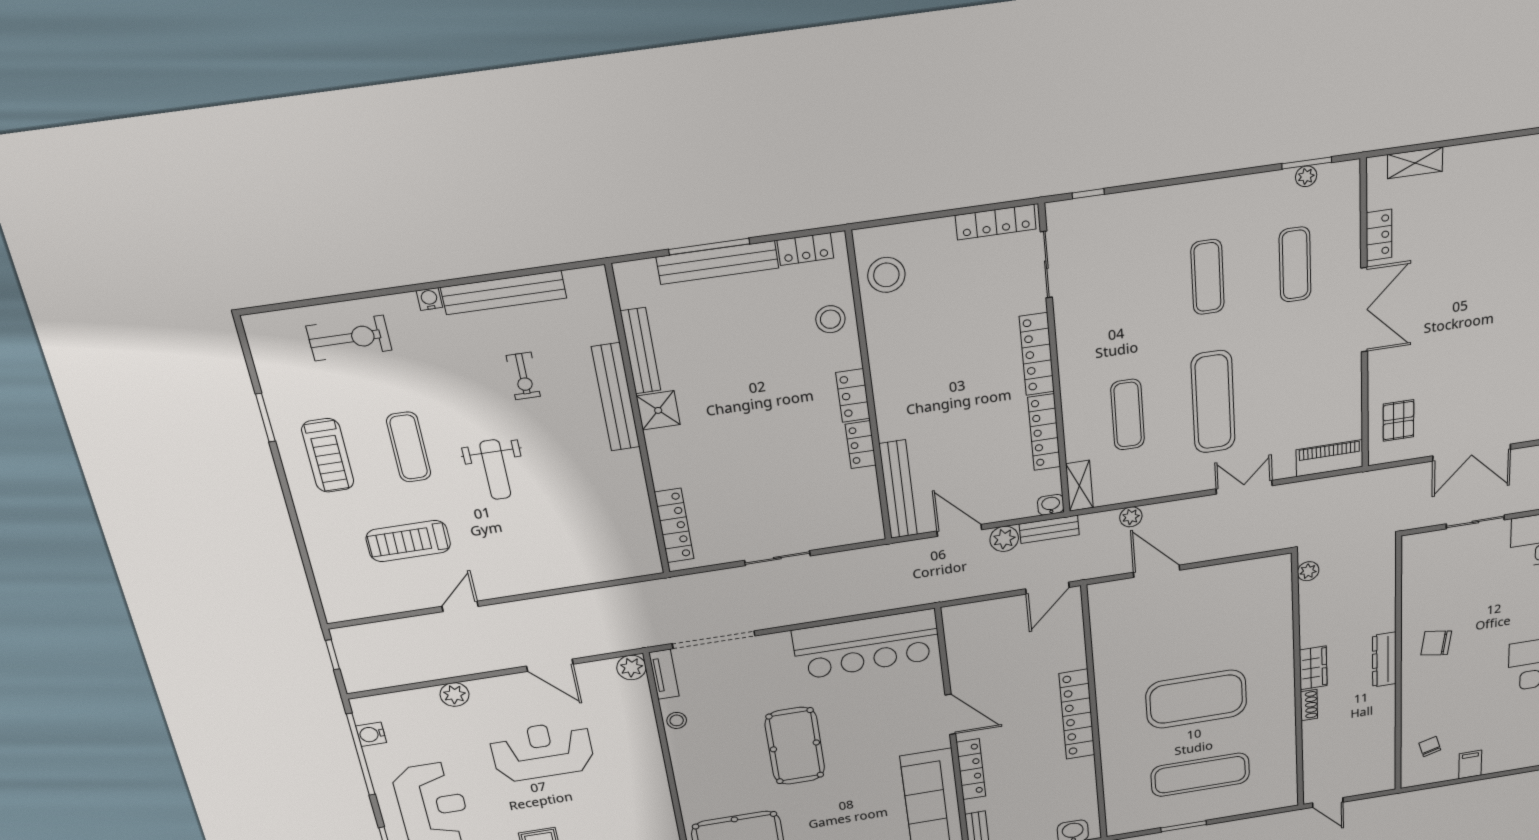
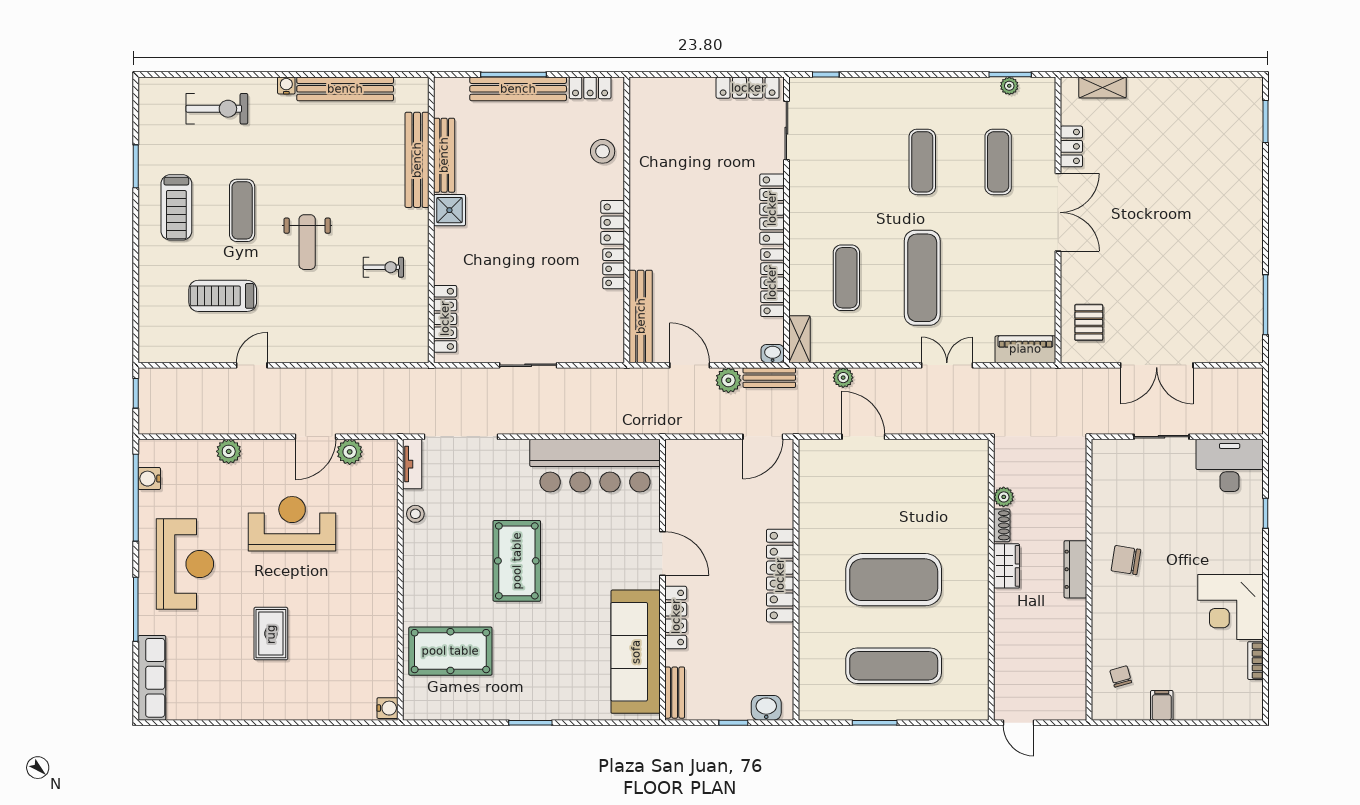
stool: (886, 275) -> (653, 120), removed
exercise bike: (523, 376) -> (383, 267), moved, turned -90
bench: (616, 397) -> (417, 160), moved
plant: (1308, 571) -> (1004, 497), moved
door: (550, 665) -> (316, 437), hinge flipped
plant: (631, 667) -> (350, 452), moved
shoe rack: (1309, 705) -> (1002, 525), moved

